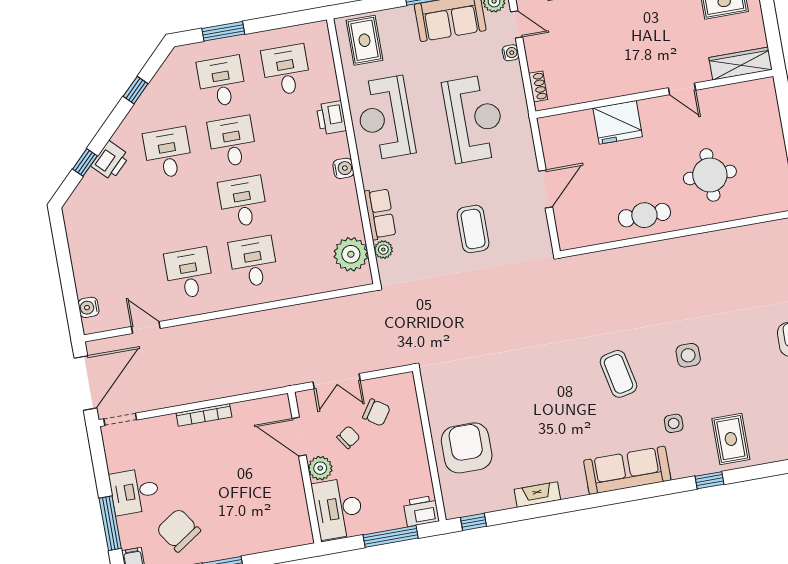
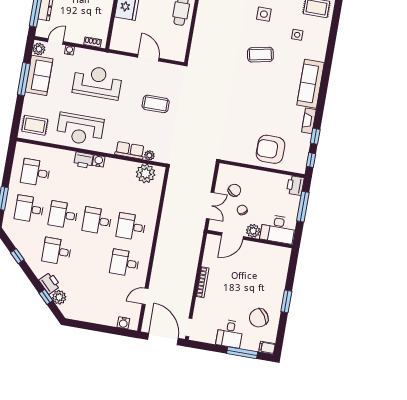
printer: (331, 118) -> (83, 160), moved
plant: (92, 185) -> (59, 297), added
sofa: (627, 470) -> (310, 84), moved
window: (709, 480) -> (315, 136), moved

